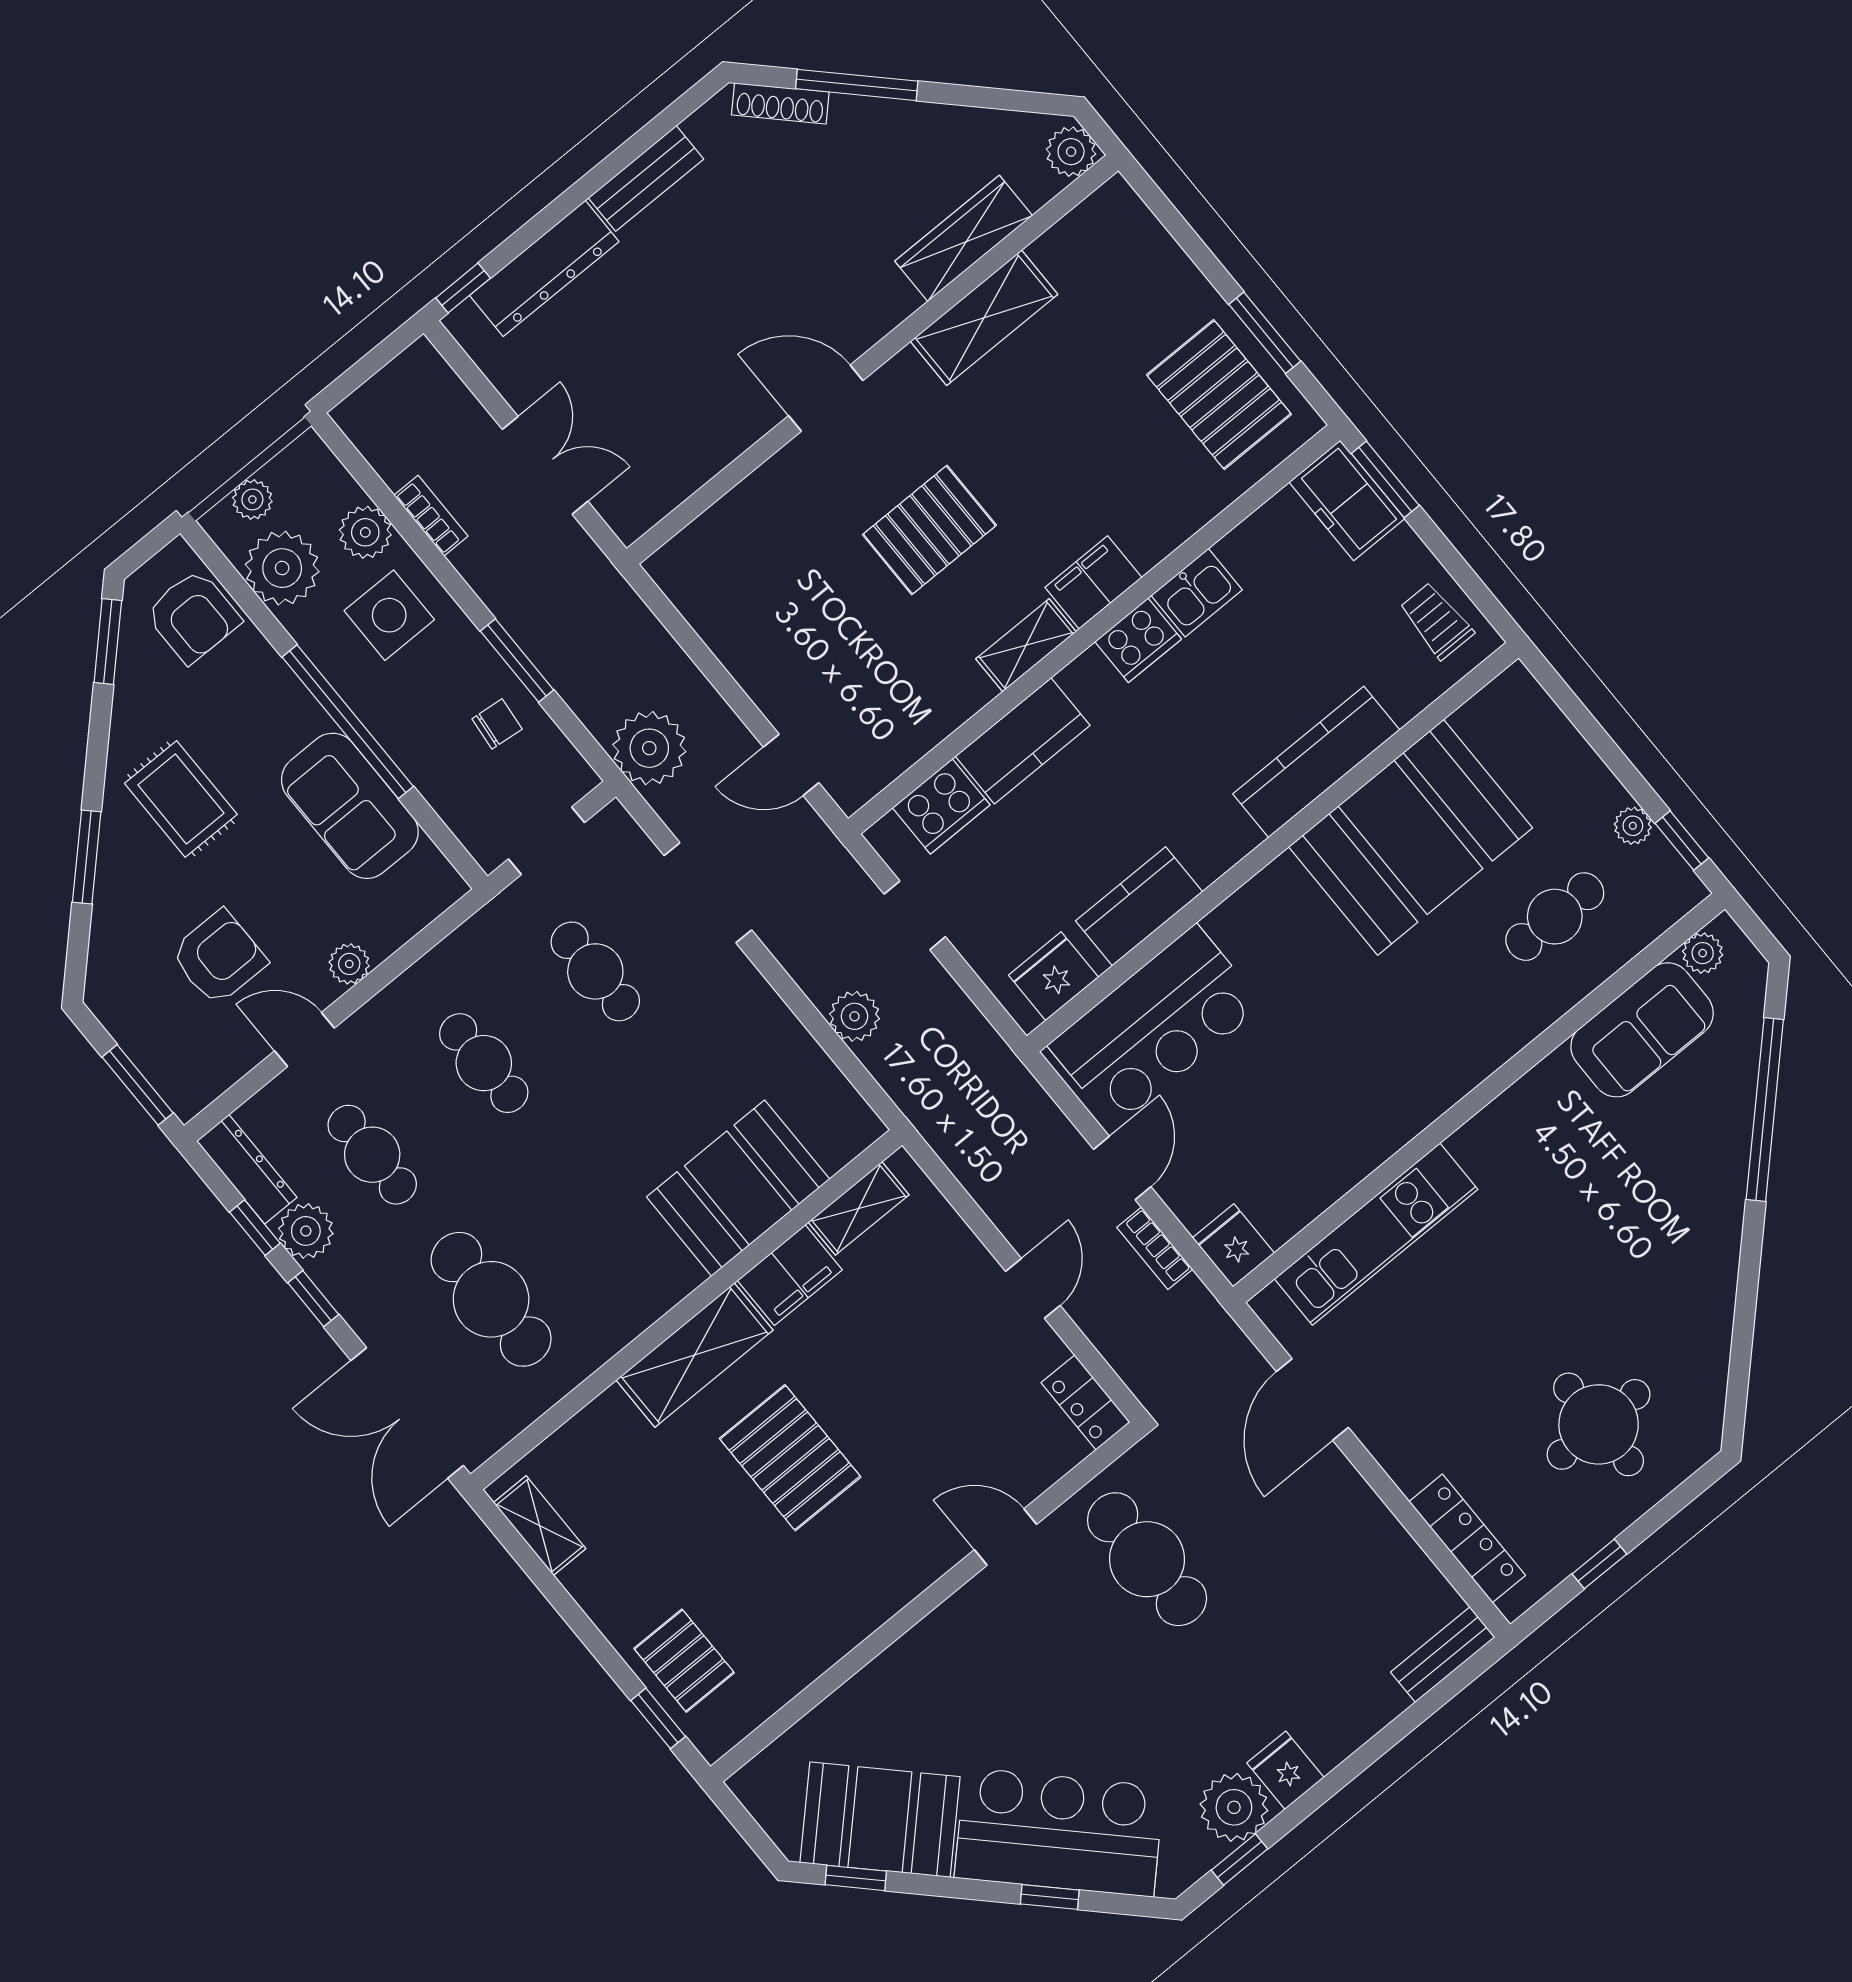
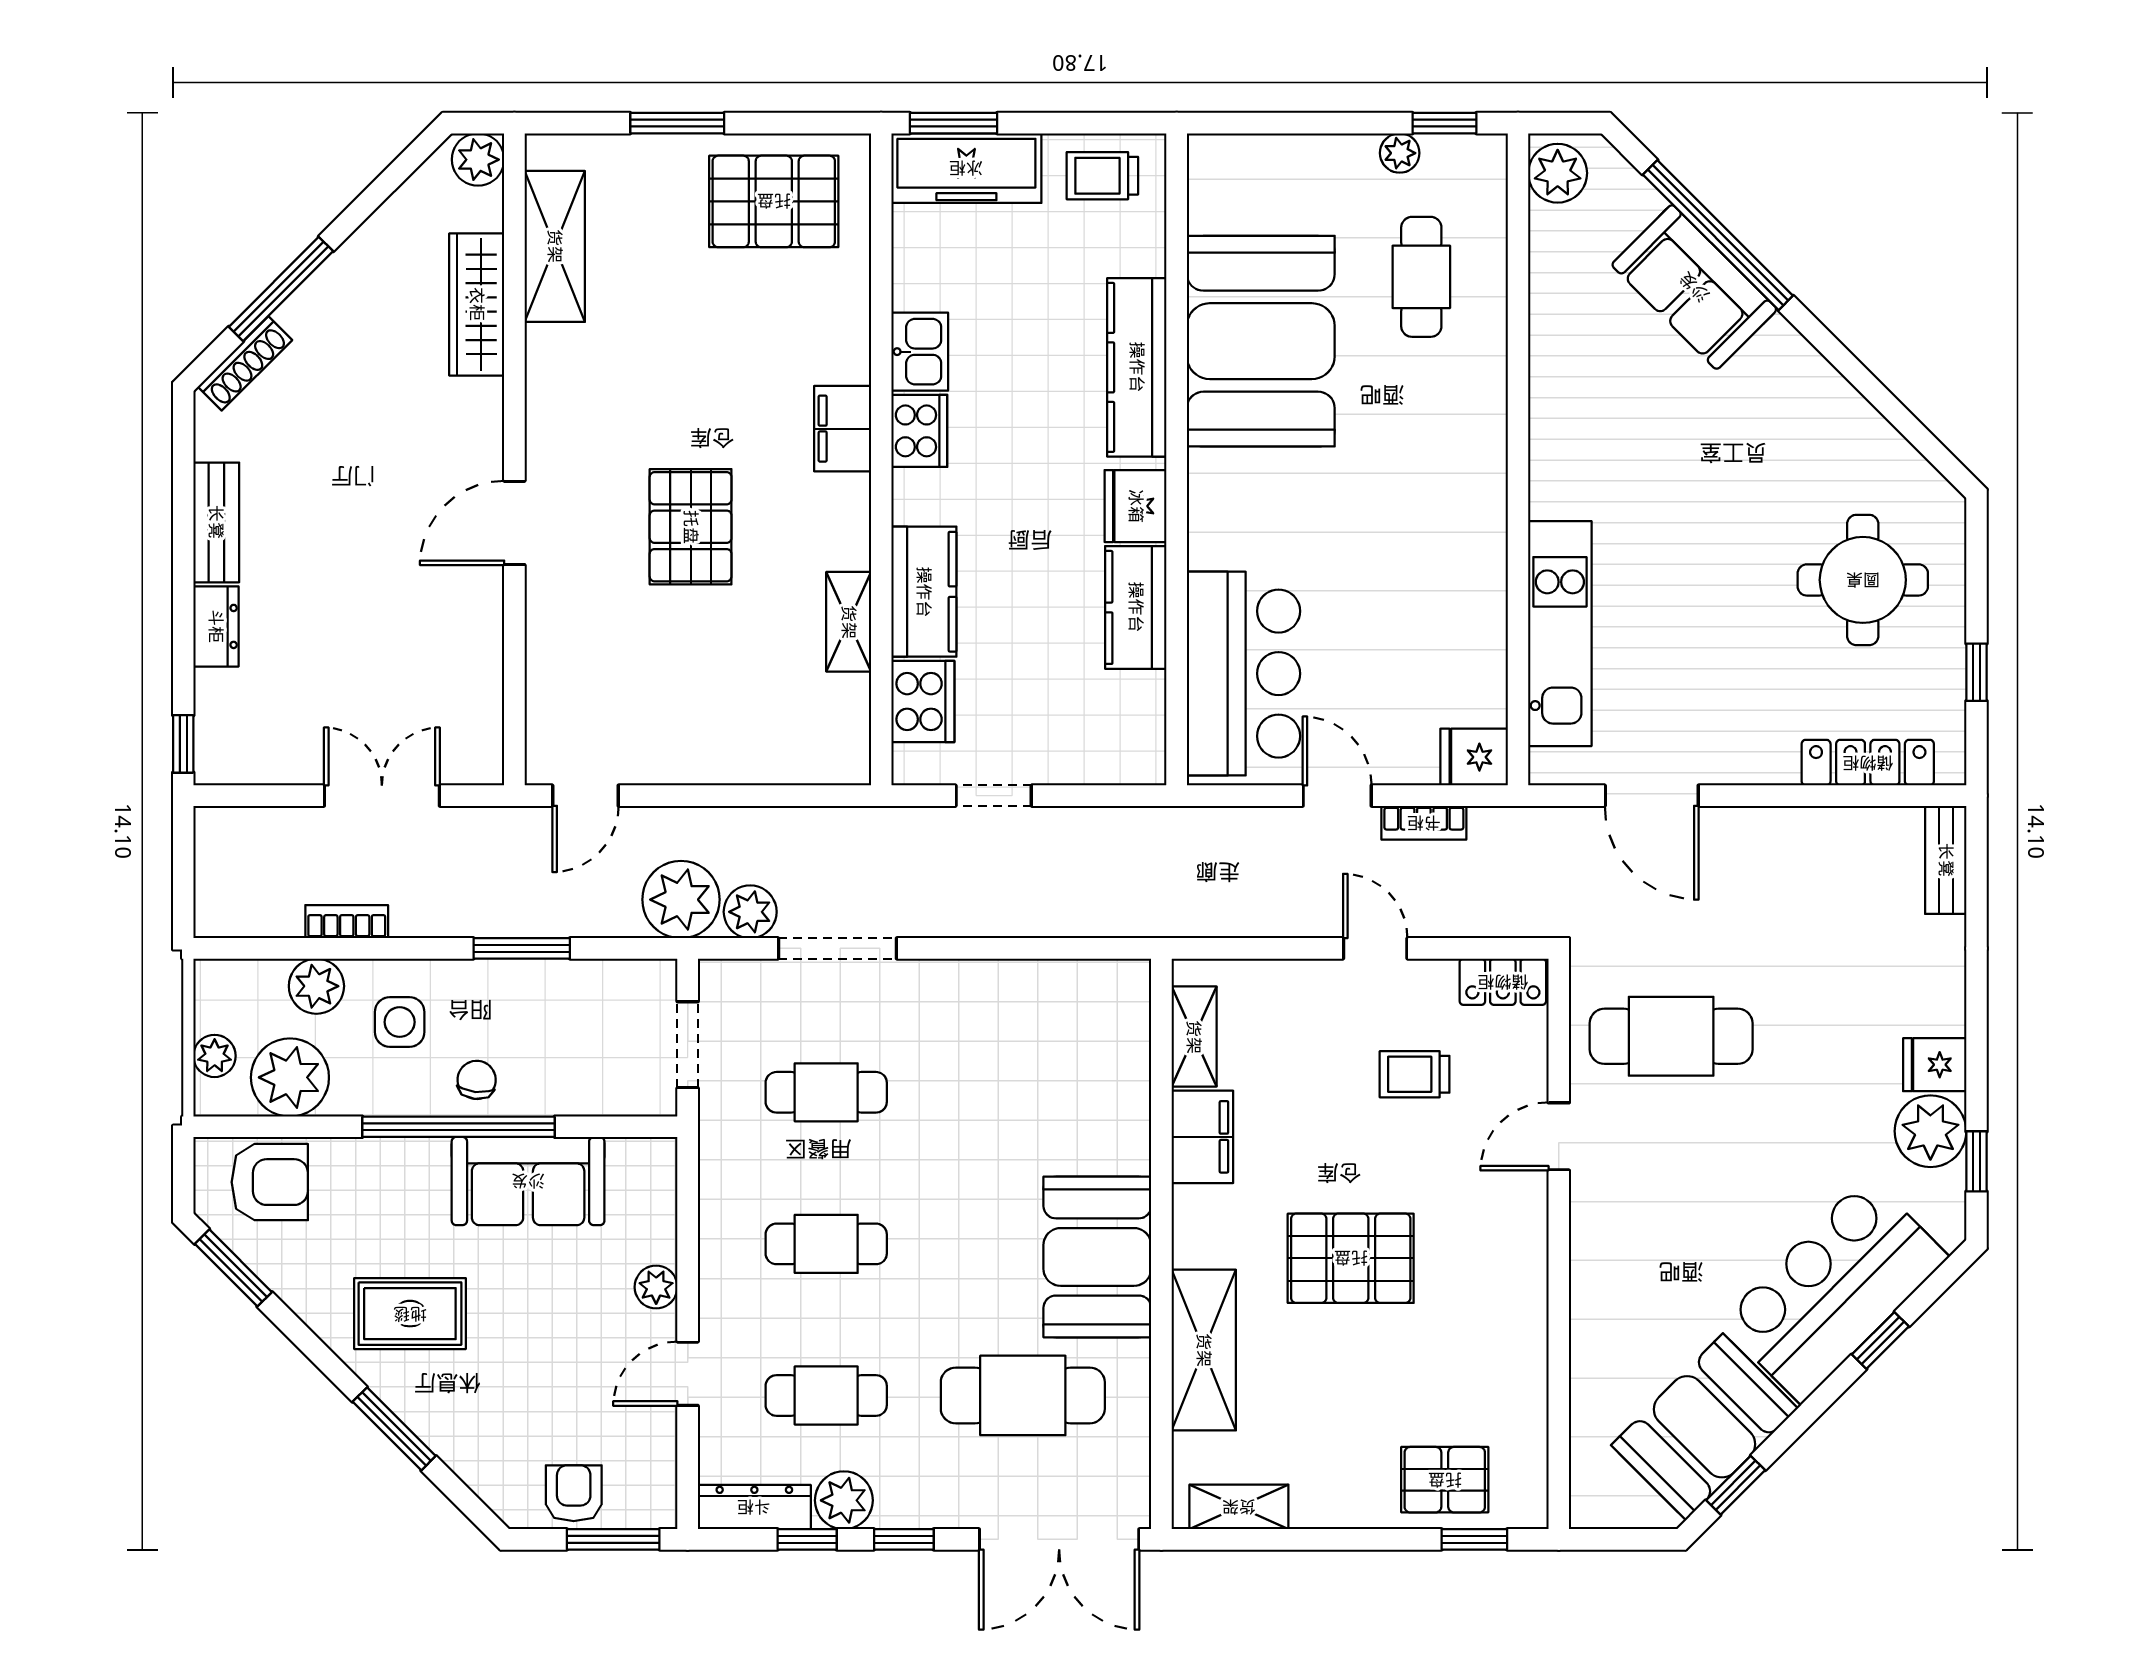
dresser: (544, 268) -> (216, 626), width x0.51, depth x0.80
shelving: (984, 318) -> (555, 246), moved
window: (1265, 333) -> (677, 123), moved
freezer: (1347, 500) -> (966, 168), width x1.40
side table: (389, 615) -> (400, 1022), width x0.73, depth x0.73
shelving: (1026, 645) -> (849, 622), moved
chair: (497, 724) -> (477, 1080), moved
door: (791, 765) -> (585, 796), moved
plant: (1703, 953) -> (1558, 173), width x1.38, depth x1.38
armchair: (219, 957) -> (574, 1493), moved, width x0.72, depth x0.72
fridge: (1053, 976) -> (1136, 506), moved
plant: (854, 1016) -> (750, 912), moved
sofa: (1642, 1030) -> (1694, 287), moved, turned 135
booth: (738, 1188) -> (1097, 1257), moved
shelving: (695, 1355) -> (1204, 1350), moved
trolley: (964, 1393) -> (1415, 1074), added

